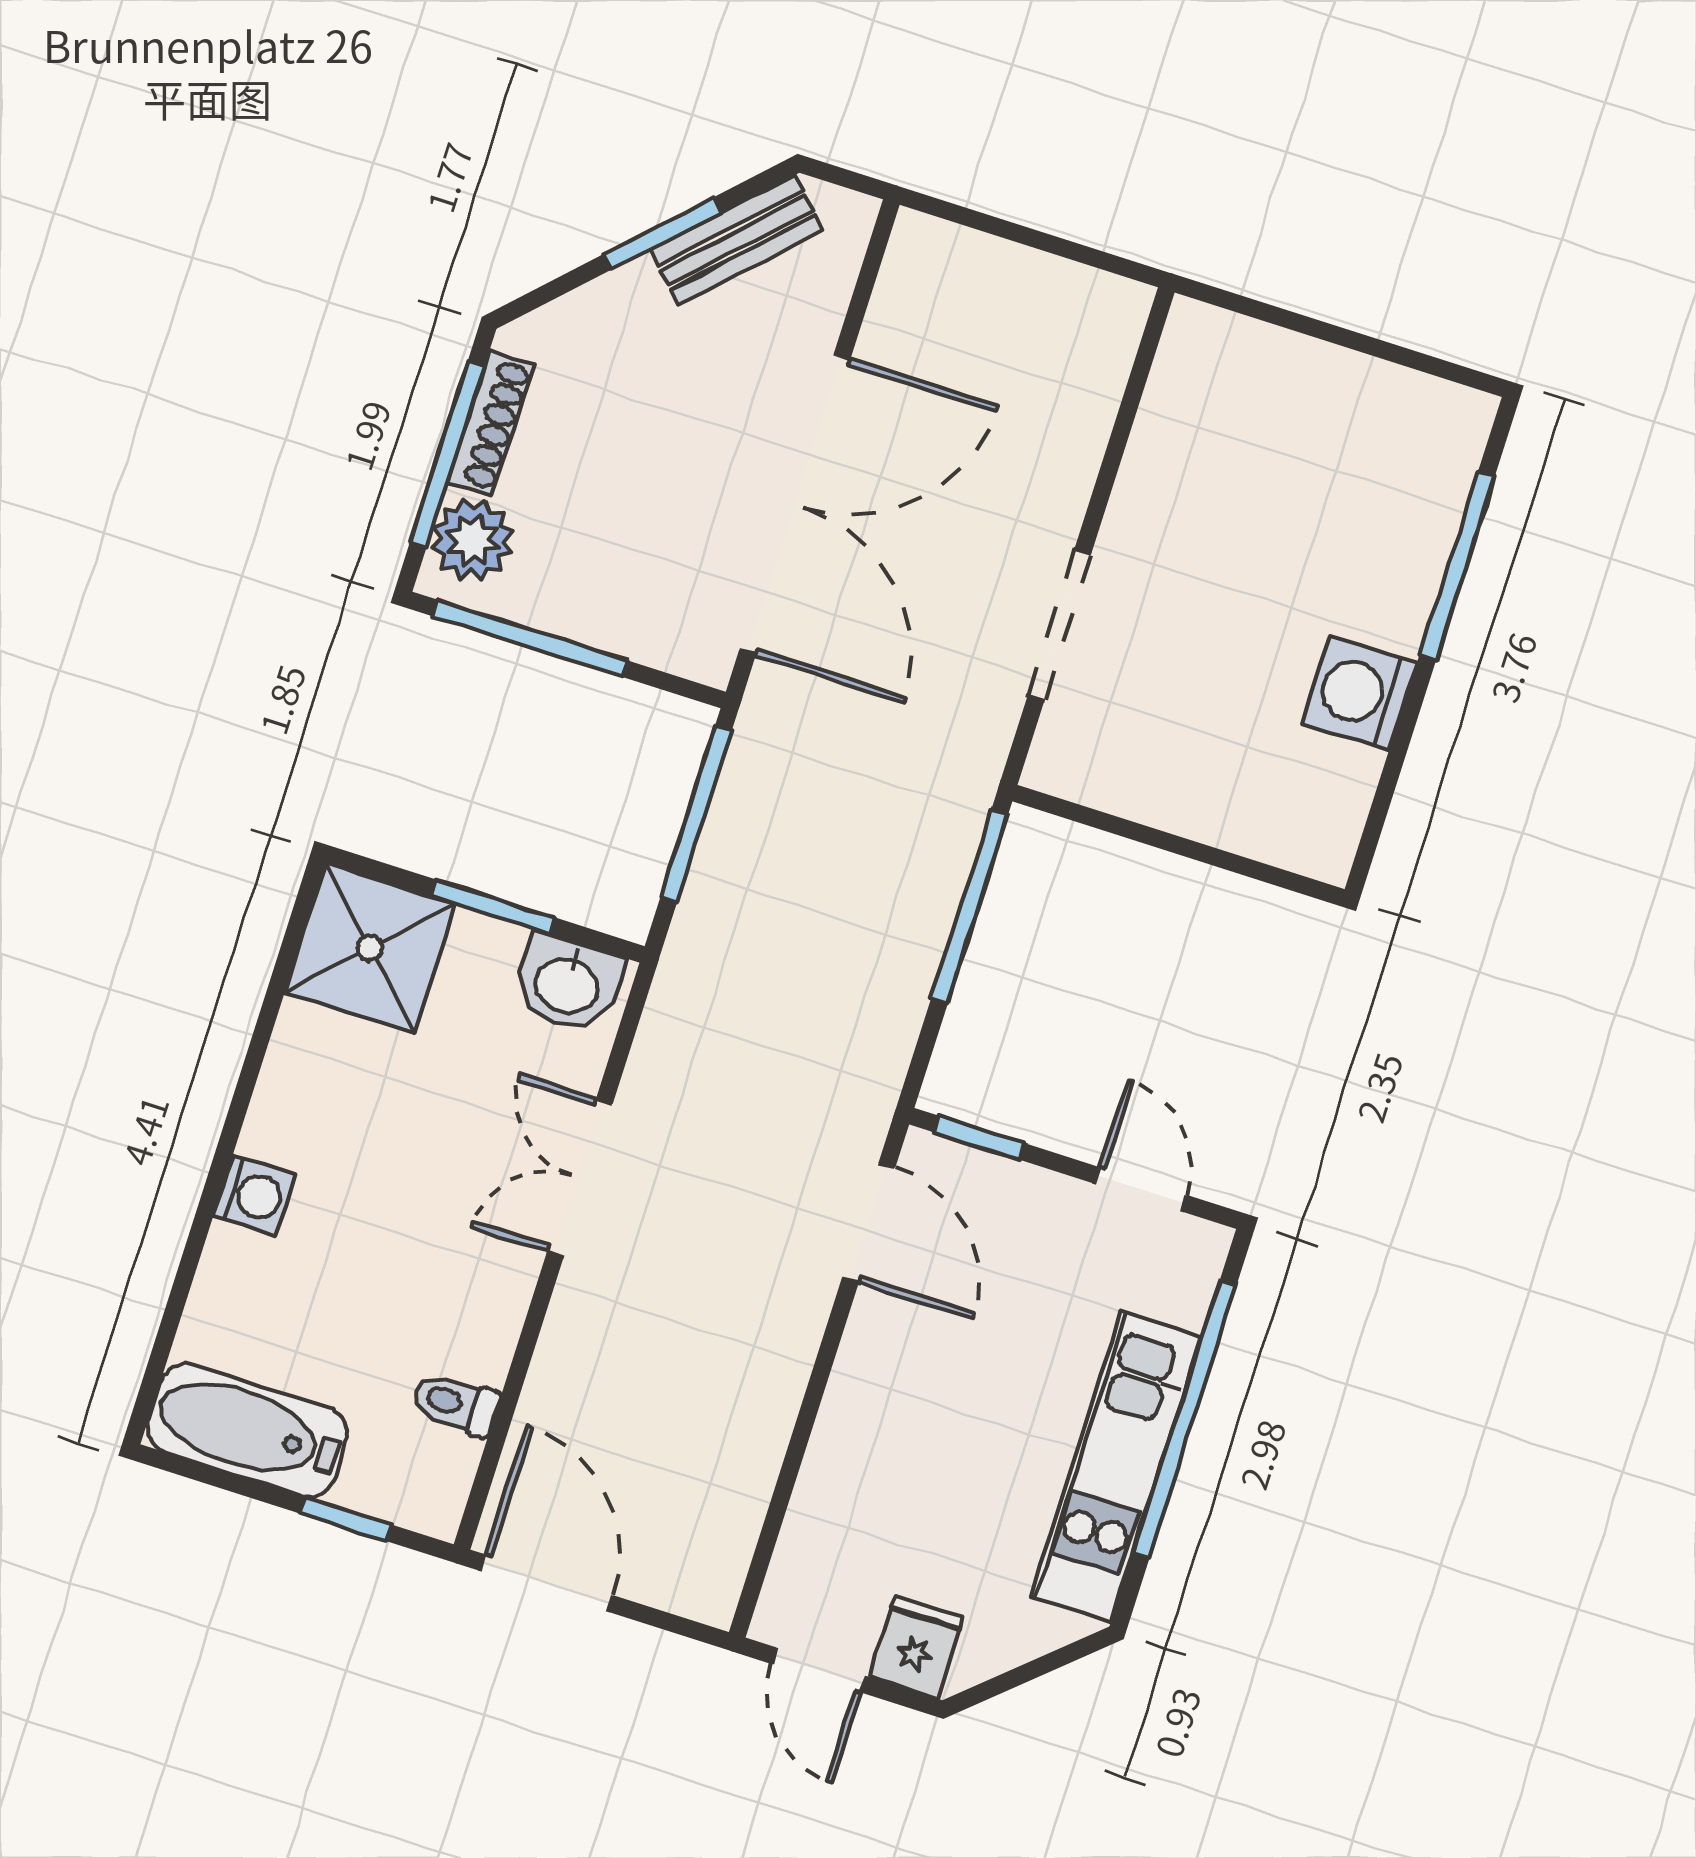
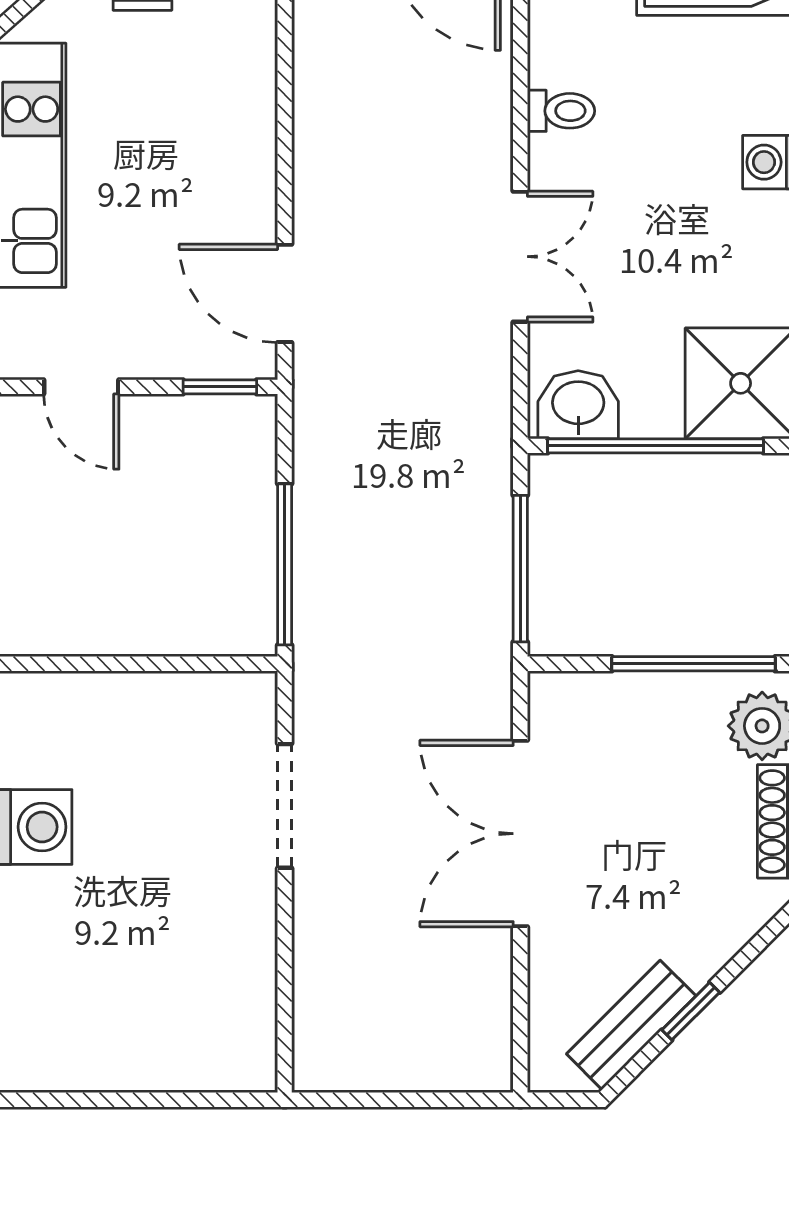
window: (662, 234) -> (691, 1011), width x0.67
double door: (795, 505) -> (520, 834), width x0.73
window: (493, 907) -> (655, 446), width x2.11
toilet: (455, 1404) -> (561, 111), moved

